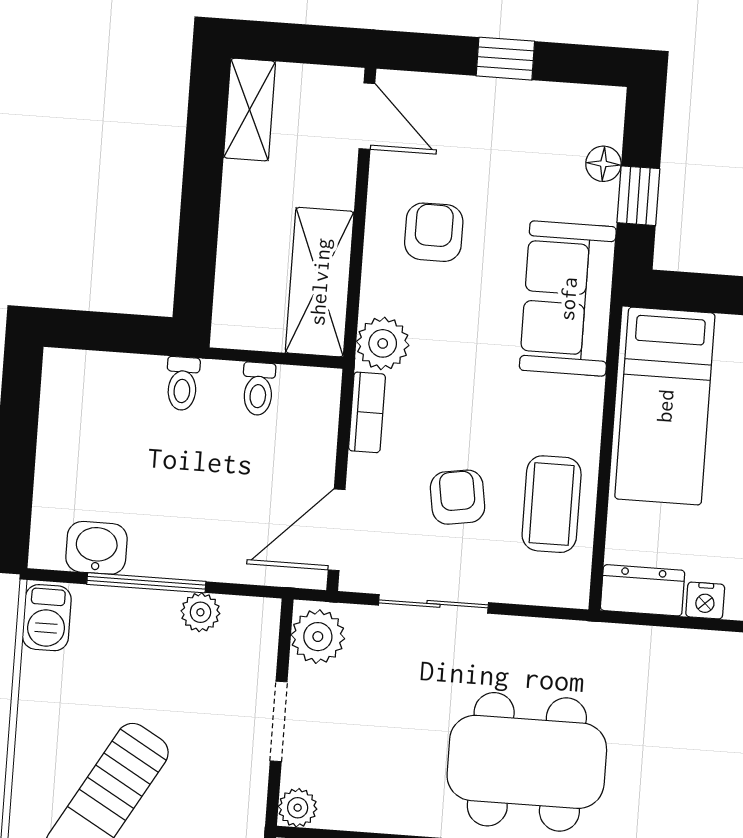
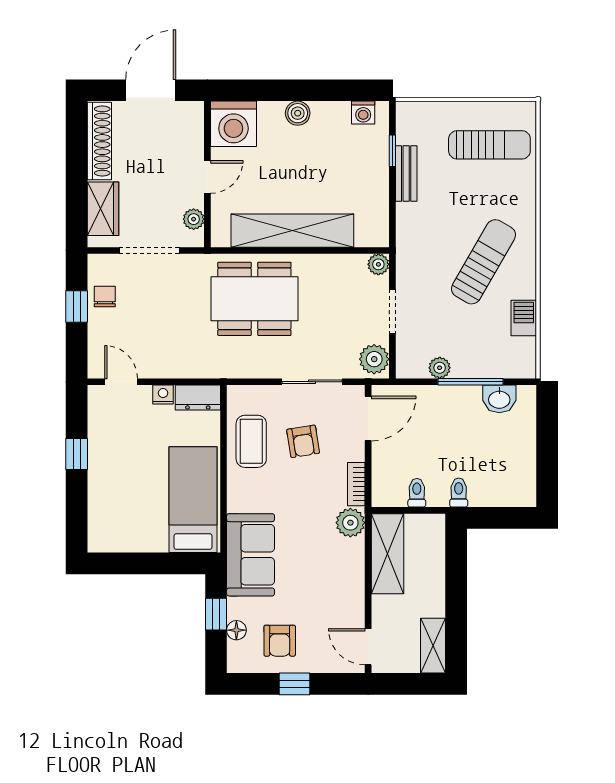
armchair: (434, 232) -> (280, 641), moved
barbecue: (47, 618) -> (524, 318), moved

